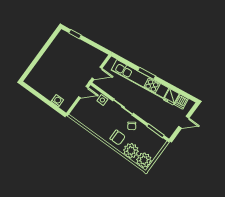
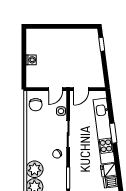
door: (97, 73) -> (81, 89), hinge flipped
door: (83, 92) -> (56, 89), hinge flipped
washing machine: (57, 101) -> (31, 60), moved
chair: (118, 138) -> (36, 105), moved

